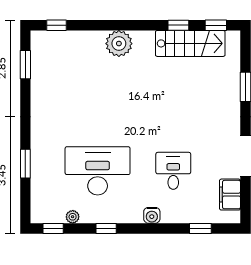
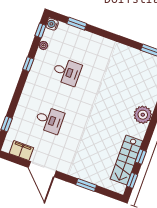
window: (25, 164) -> (77, 24), moved
desk: (98, 171) -> (67, 72), width x0.53, depth x0.77
water cooler: (152, 215) -> (52, 24), moved

